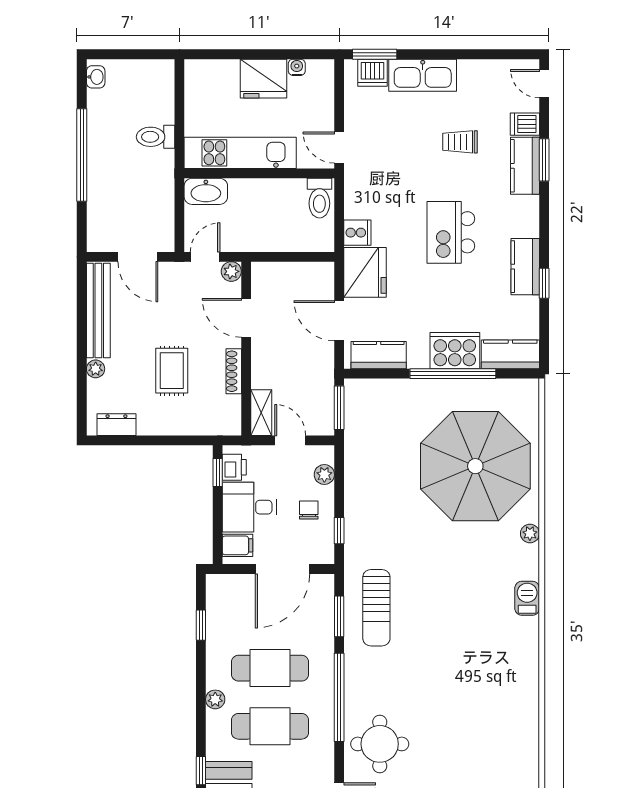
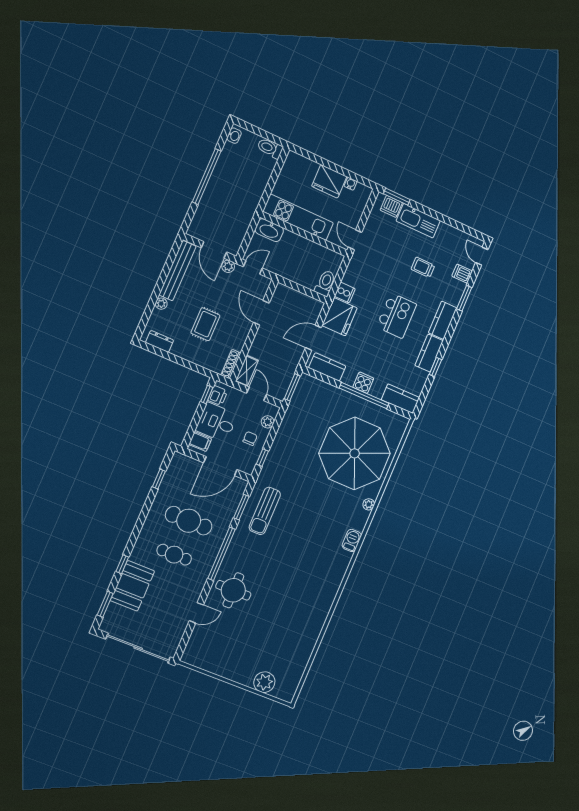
toilet: (156, 137) -> (270, 148), moved
kitchen counter: (525, 166) -> (443, 320), moved
toilet: (319, 198) -> (325, 283), moved, turned 180
kitchen island: (451, 232) -> (397, 316), turned 180
plant: (231, 271) -> (228, 266), moved
door: (339, 321) -> (313, 338), hinge flipped
cooker: (455, 351) -> (363, 383), width x0.53, depth x0.76
shoe rack: (234, 371) -> (231, 364), moved
plant: (215, 699) -> (149, 526), removed
cafe table: (270, 726) -> (174, 555), width x0.73, depth x0.74

